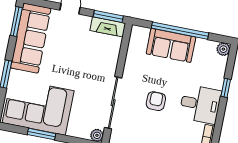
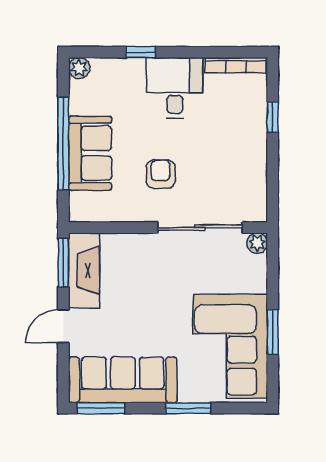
fireplace: (108, 27) -> (84, 270), width x1.37, depth x1.32
armchair: (156, 101) -> (161, 174), moved, turned 90

